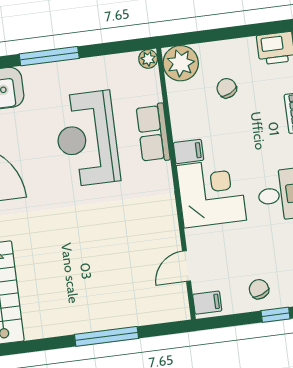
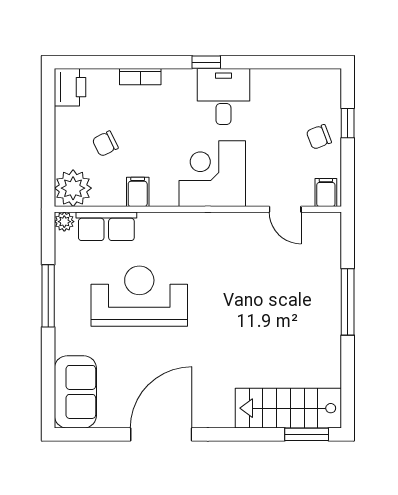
window: (49, 56) -> (48, 296), moved
row of seats: (153, 133) -> (106, 226), moved
reception desk: (87, 139) -> (139, 296), turned 180
filing cabinet: (188, 151) -> (138, 192), moved

